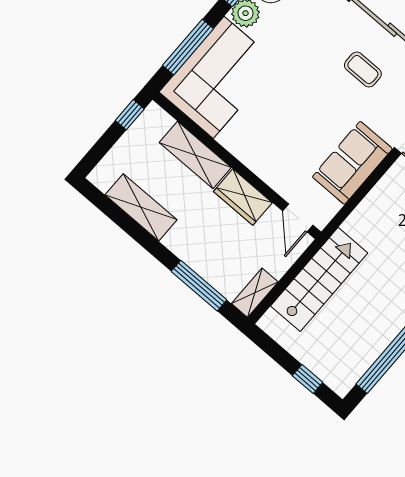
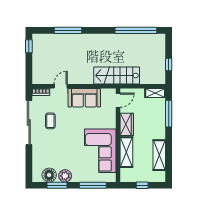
corner sofa: (219, 77) -> (100, 151), moved, turned -90
window: (130, 115) -> (142, 185), moved
stairs: (319, 279) -> (117, 76), moved
window: (308, 379) -> (169, 65), moved

